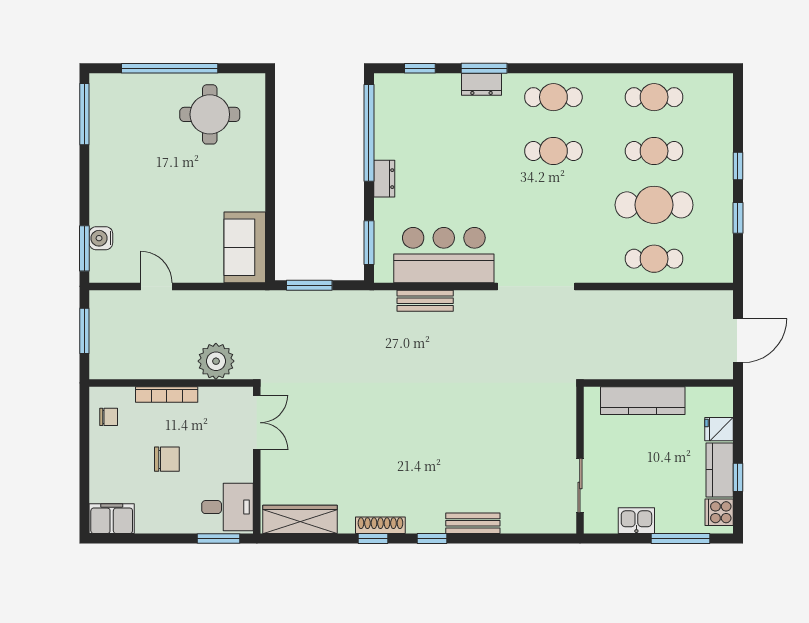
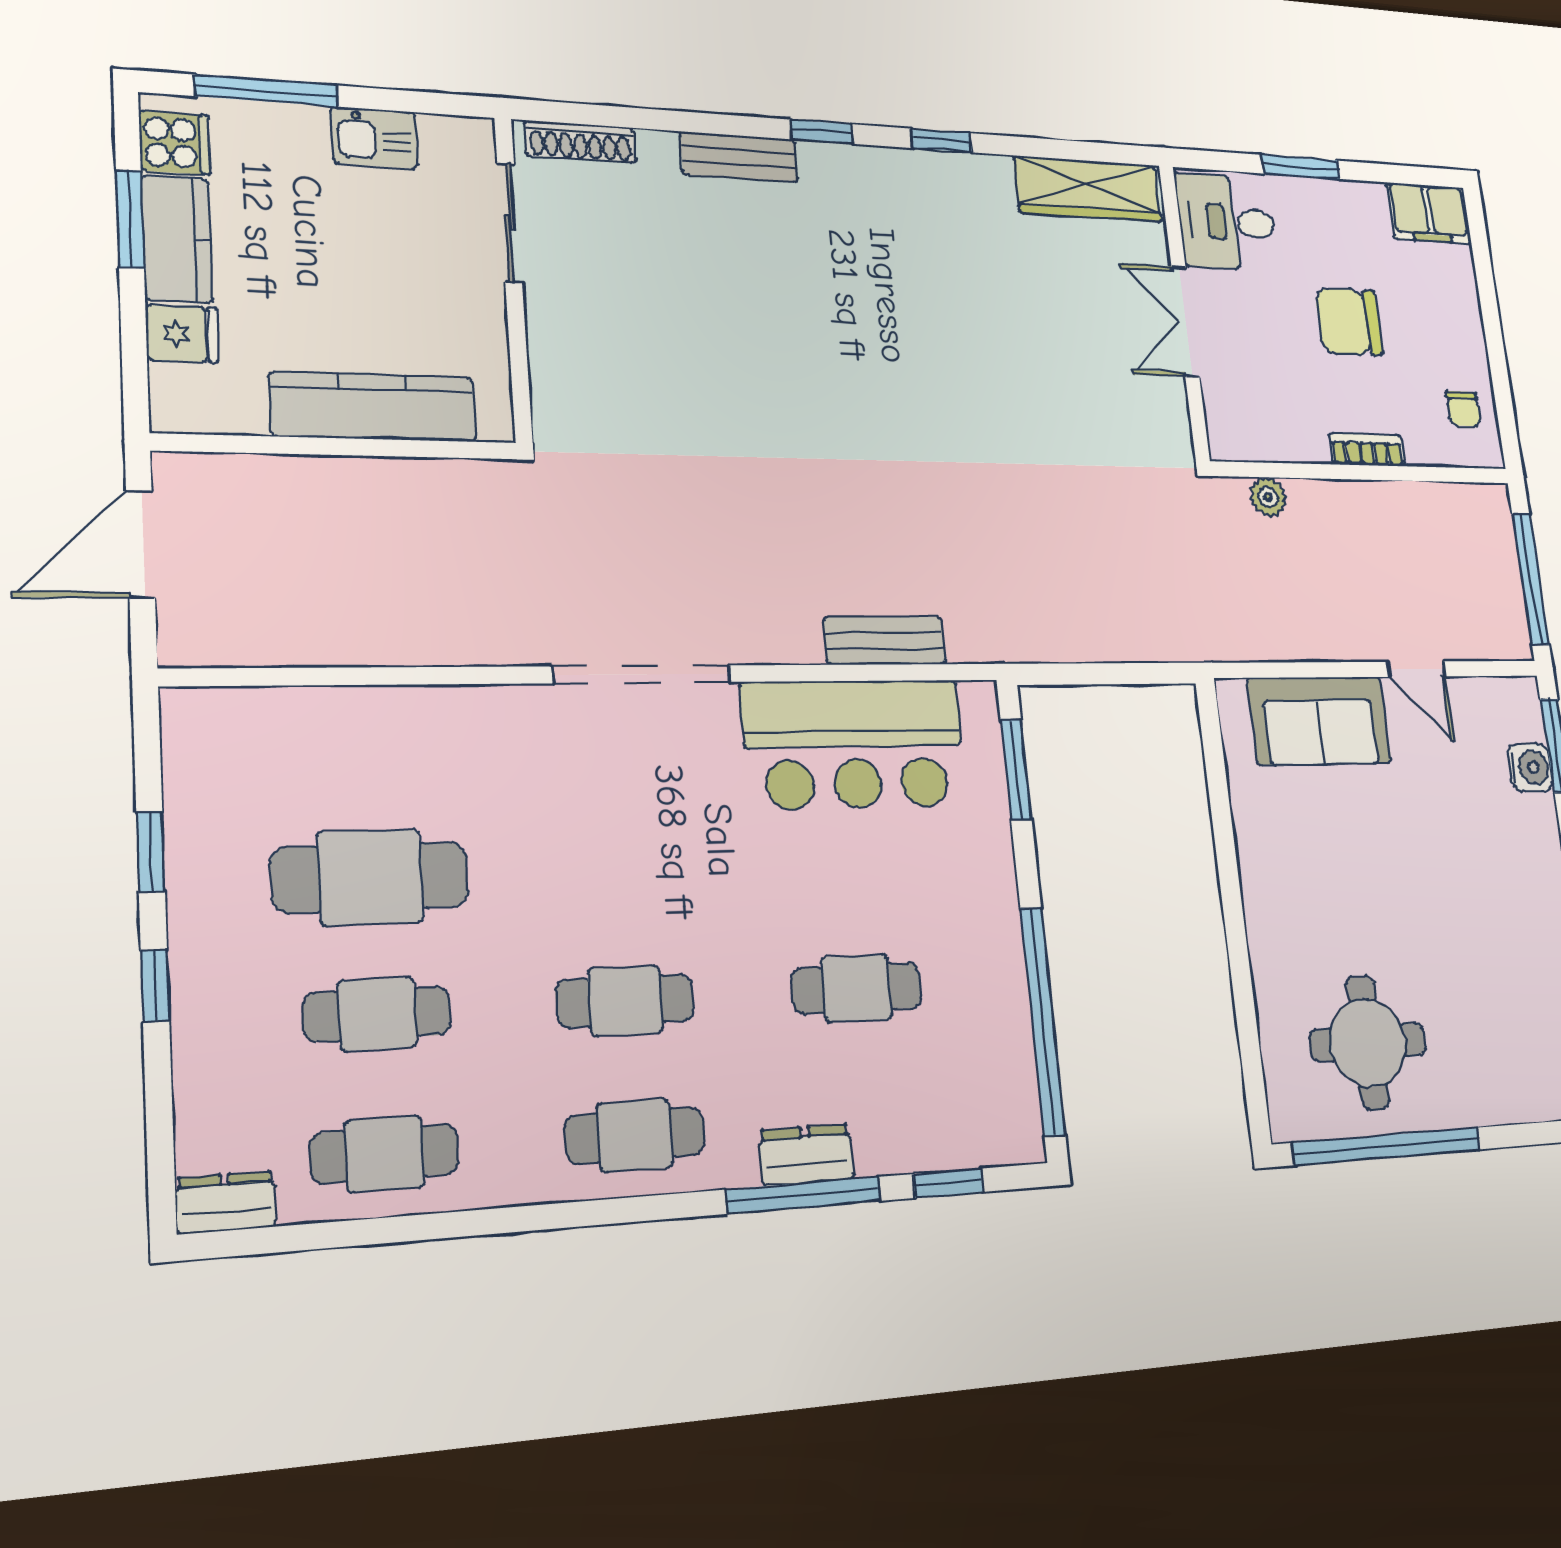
window: (170, 68) -> (1387, 1146), moved
window: (484, 68) -> (803, 1195), width x1.44
dresser: (384, 179) -> (226, 1202), moved, turned 90
sofa: (245, 247) -> (1320, 721), moved, turned 90
cafe table: (654, 259) -> (857, 988), moved
window: (309, 285) -> (1127, 674), removed
window: (84, 331) -> (1531, 579), width x1.44
plant: (216, 361) -> (1268, 497), width x0.53, depth x0.53
bookcase: (167, 394) -> (1367, 449), width x0.64
chair: (109, 417) -> (1463, 409), turned -90
double door: (257, 423) -> (1185, 322), moved
chair: (167, 459) -> (1349, 322), width x1.37, depth x1.37
window: (738, 477) -> (130, 219), width x1.50
shoe rack: (380, 525) -> (580, 142), moved
window: (218, 538) -> (1301, 167), moved

